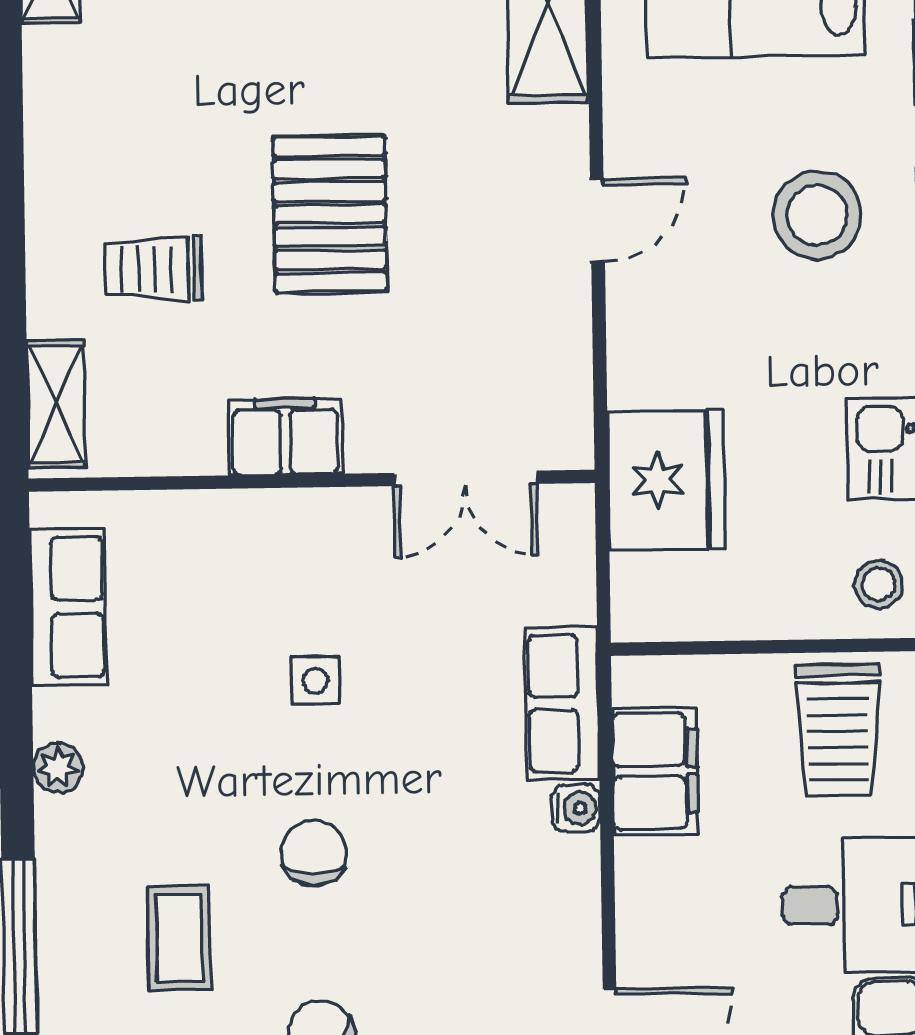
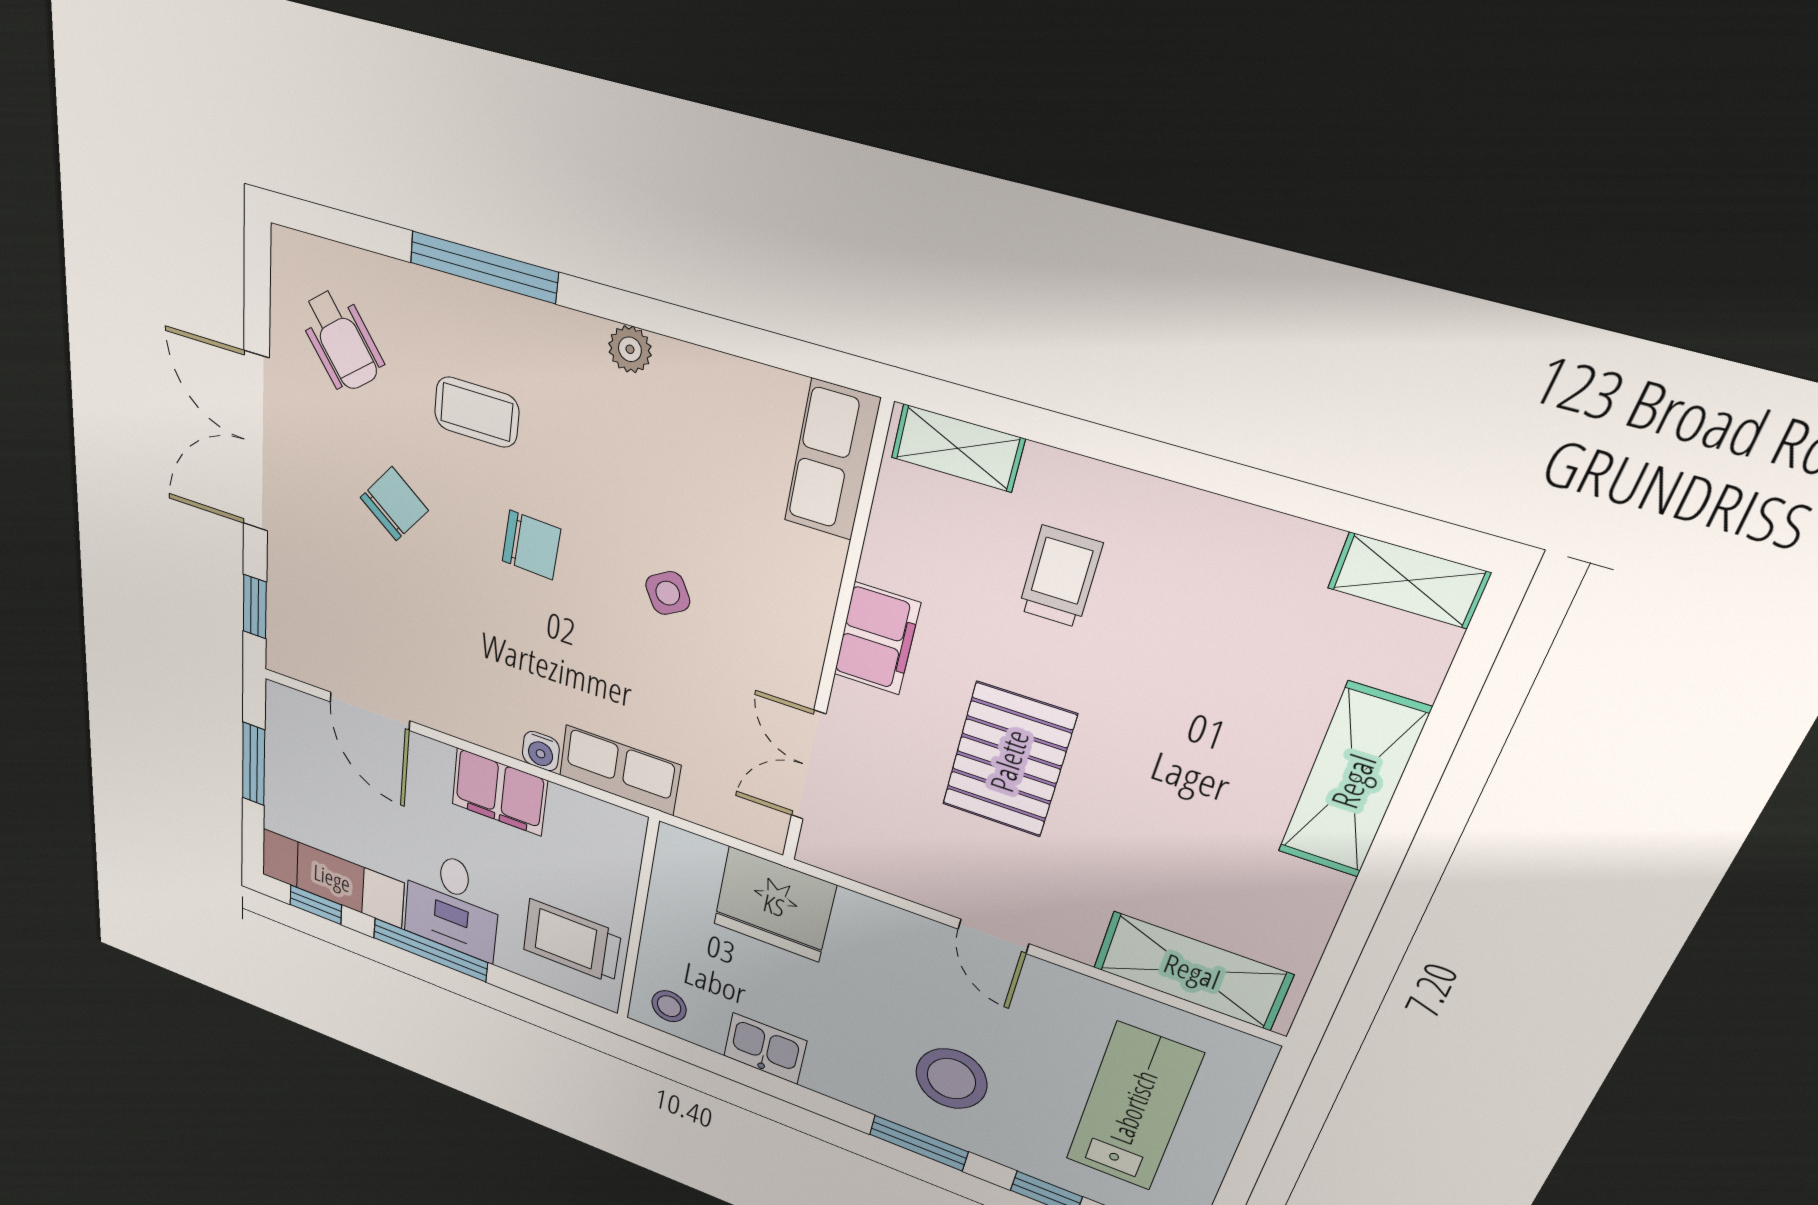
pallet: (330, 214) -> (1009, 760), moved, turned 90
row of seats: (68, 607) -> (832, 460), moved, turned 90
side table: (315, 681) -> (668, 593), turned -30
filing cabinet: (655, 771) -> (499, 792), moved

